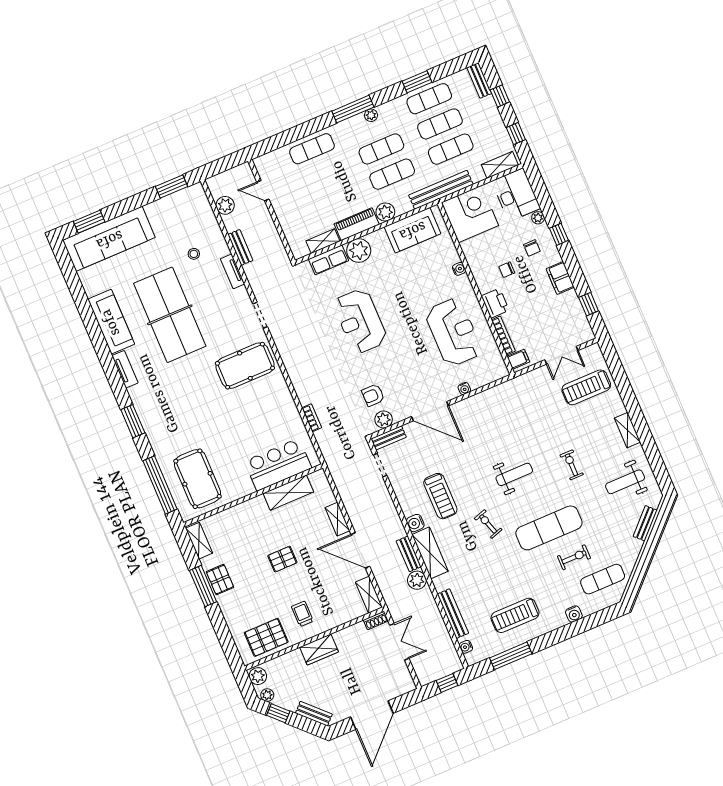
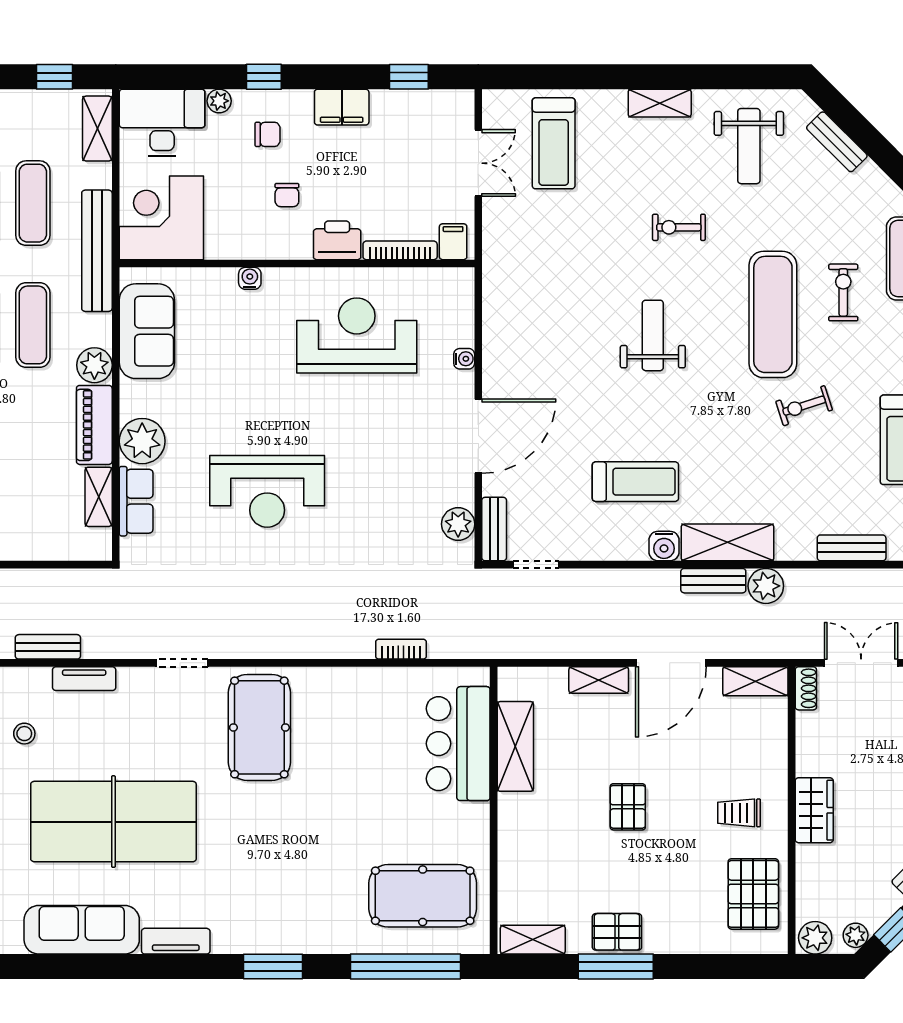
armchair: (373, 395) -> (407, 524), removed
exercise bike: (488, 524) -> (804, 406), moved
bench: (453, 614) -> (852, 548), width x0.73

